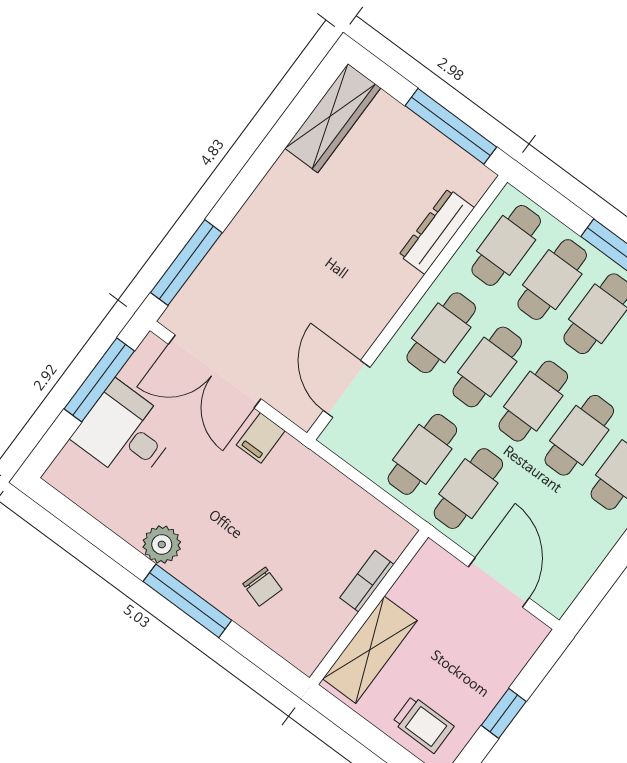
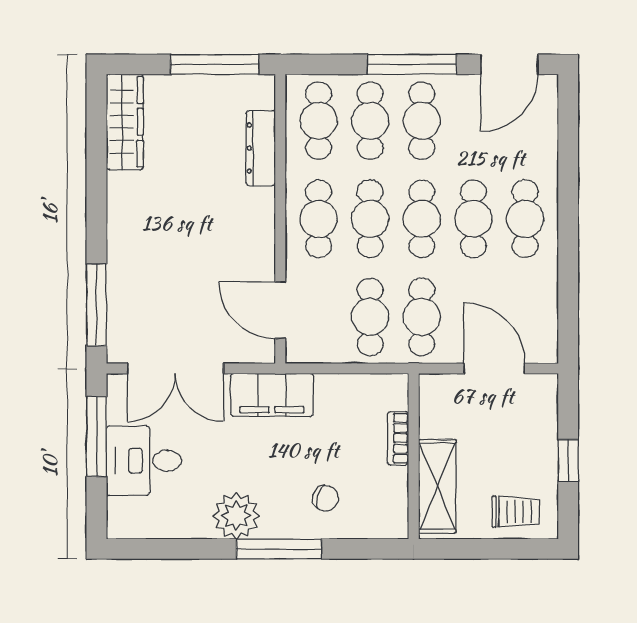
filing cabinet: (261, 438) -> (272, 395), width x3.00, depth x1.17
plant: (162, 544) -> (236, 516), width x1.36, depth x1.36

